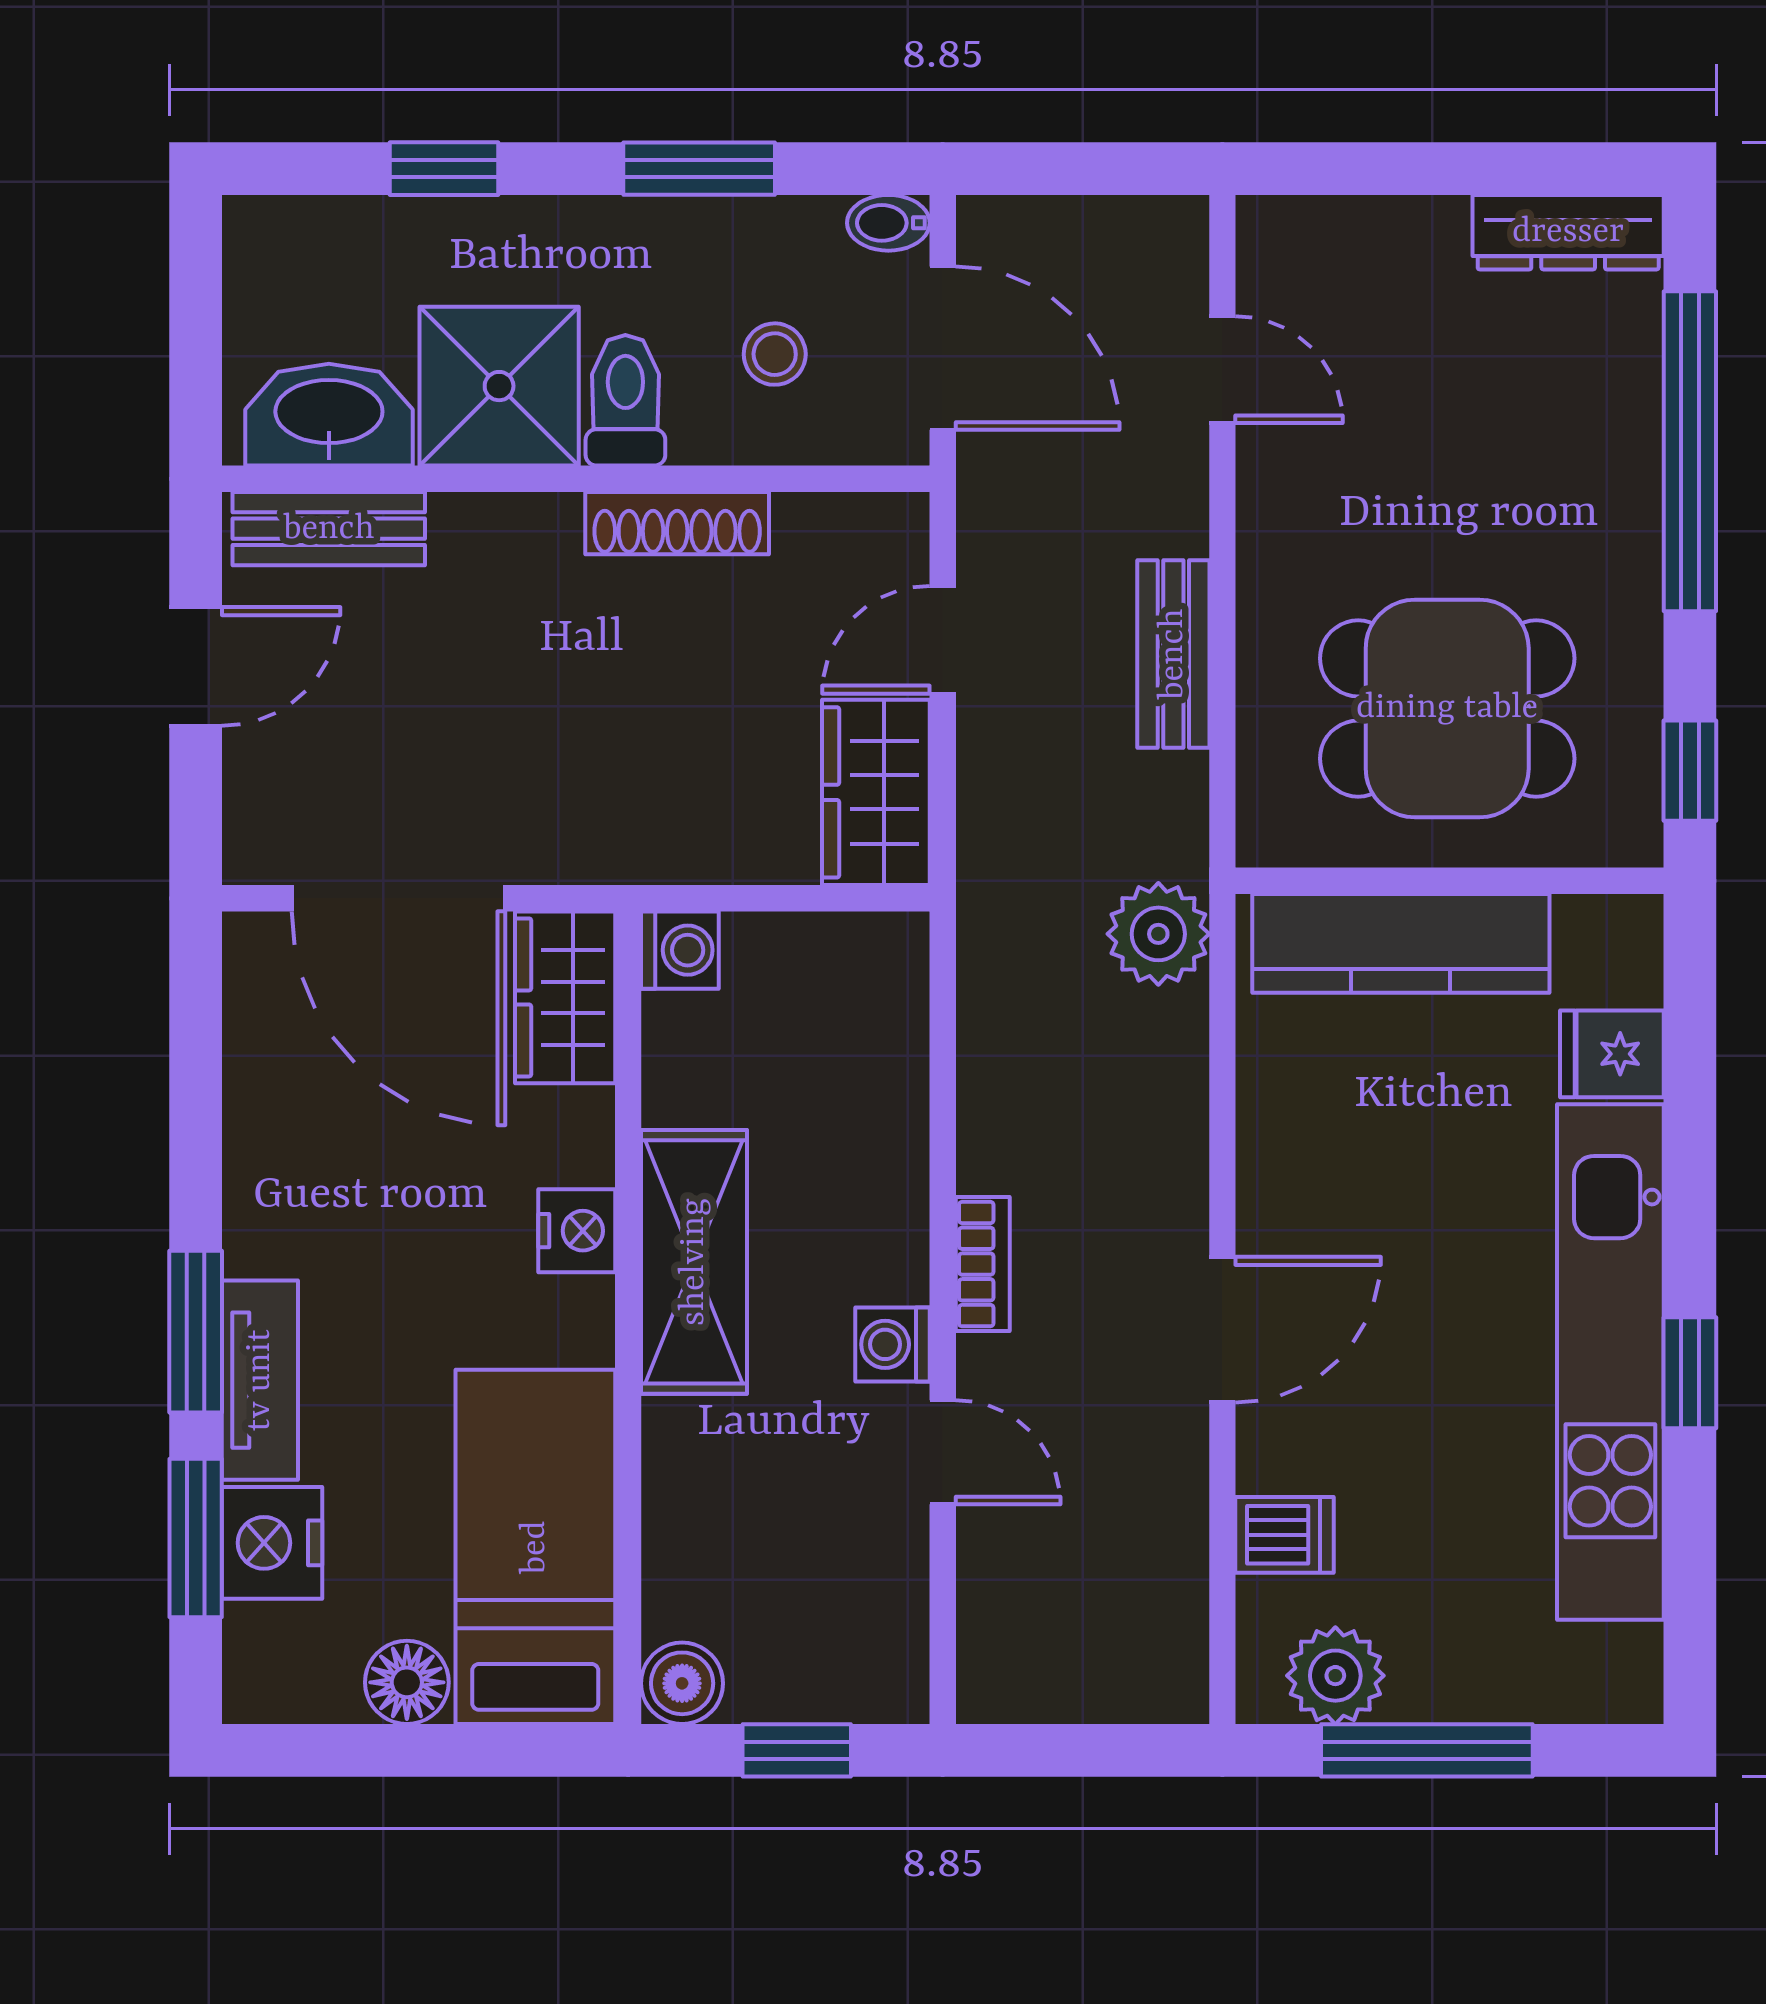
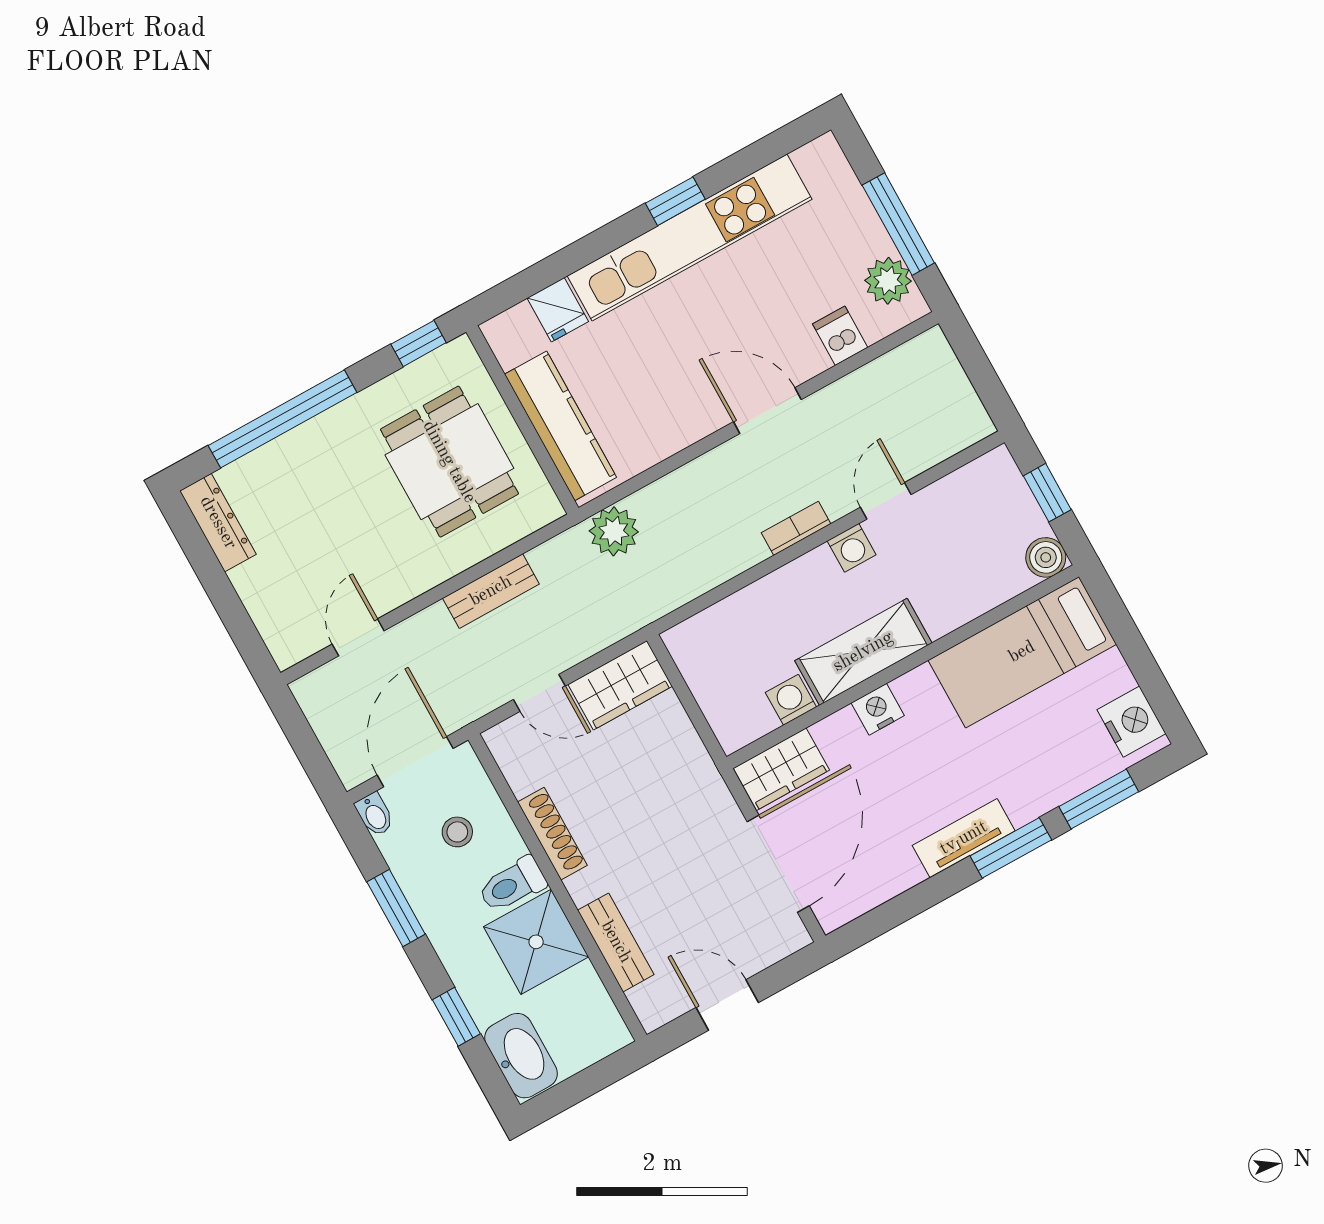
washbasin: (329, 415) -> (521, 1056), moved, turned 180
bench: (329, 529) -> (616, 942), moved
washing machine: (680, 950) -> (791, 700), moved
tv unit: (260, 1380) -> (964, 838), moved
nightstand: (272, 1543) -> (1131, 722), moved, turned -90
floor lamp: (407, 1682) -> (1110, 675), removed

